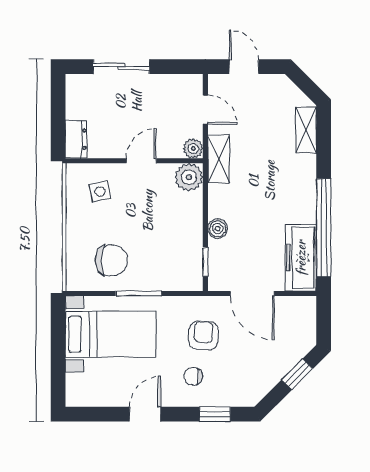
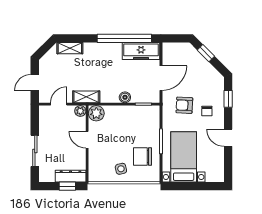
window: (58, 125) -> (67, 186), added
dresser: (76, 139) -> (71, 176), width x1.44
side table: (100, 192) -> (121, 169), moved
chair: (111, 261) -> (143, 156), turned -90

